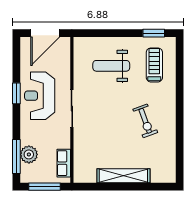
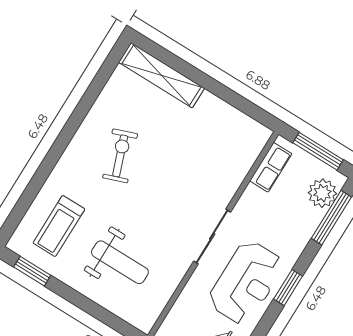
window: (16, 93) -> (288, 288), moved
plant: (29, 154) -> (322, 193), moved
shelving: (123, 176) -> (162, 75), moved

